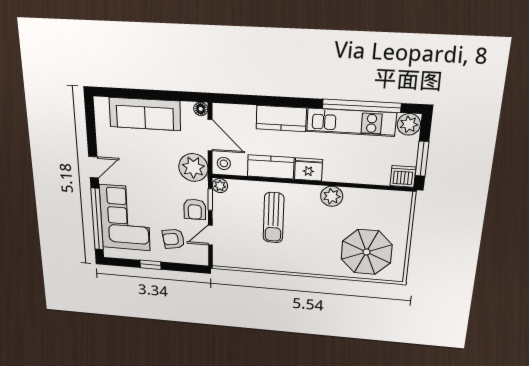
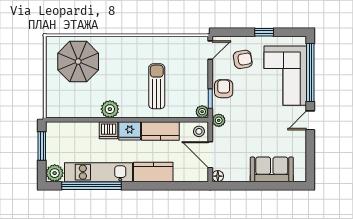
sofa: (145, 114) -> (272, 169), width x0.73
plant: (193, 168) -> (219, 120), width x0.53, depth x0.53
dishwasher: (403, 176) -> (109, 130), moved
door: (210, 235) -> (210, 50), moved

